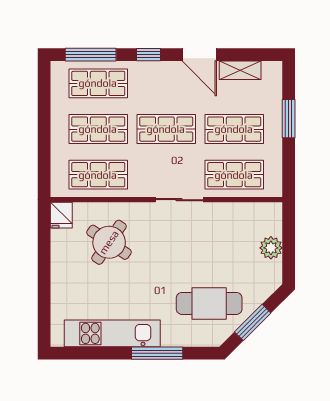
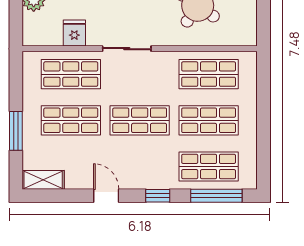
door: (199, 55) -> (106, 196), width x0.73
shelving: (240, 70) -> (43, 180), moved
fridge: (61, 215) -> (74, 33), moved

